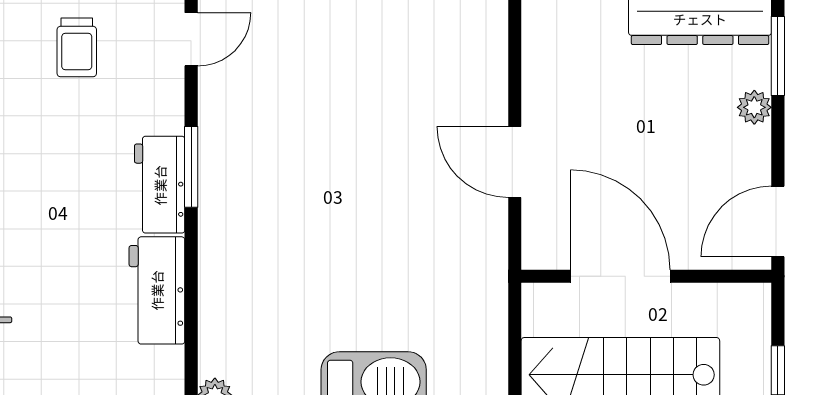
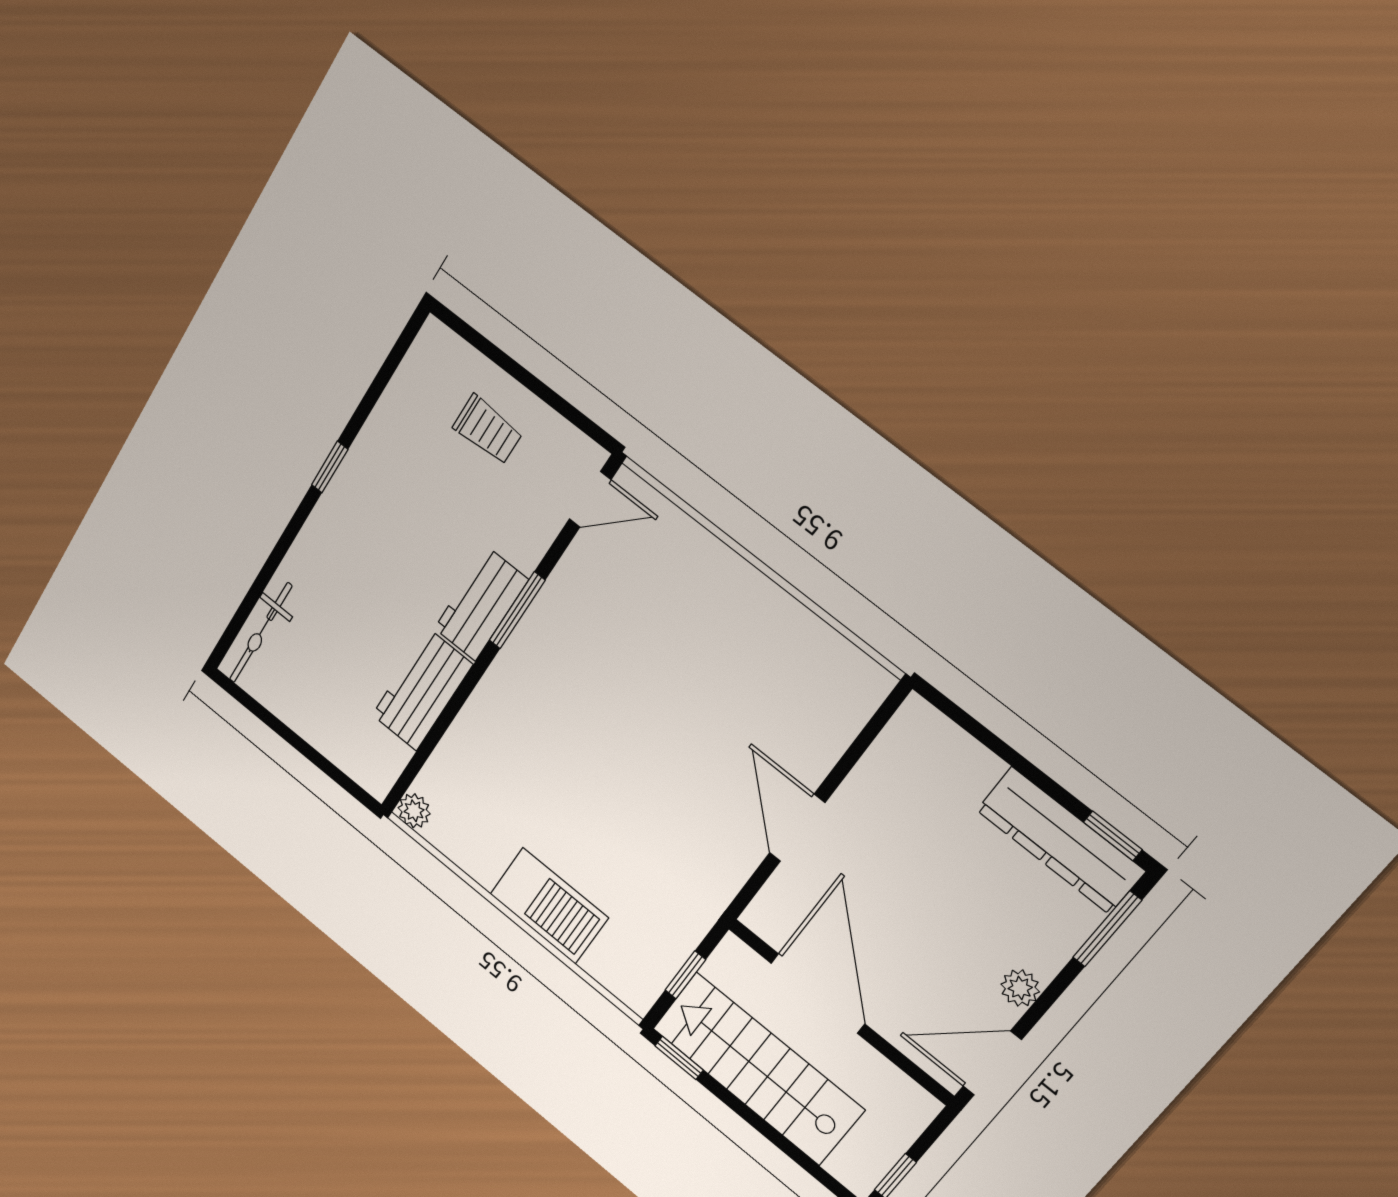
trolley: (77, 47) -> (488, 430), turned -90
plant: (754, 107) -> (1020, 988), moved
window: (515, 347) -> (685, 975), added

